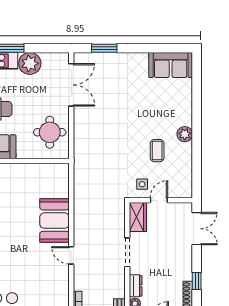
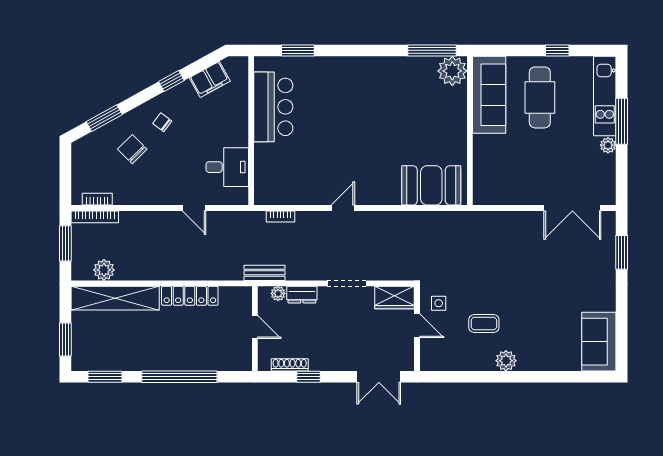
plant: (30, 63) -> (608, 145), width x0.53, depth x0.53
round table: (50, 132) -> (509, 179), removed
booth: (54, 221) -> (431, 185), moved

